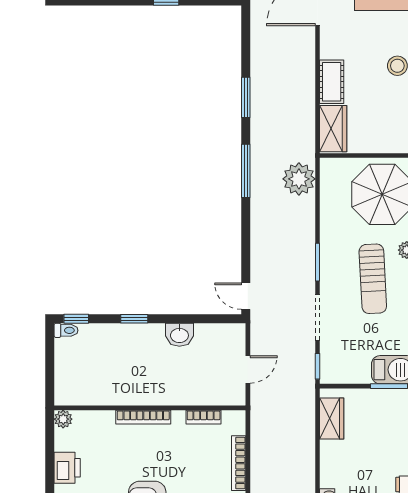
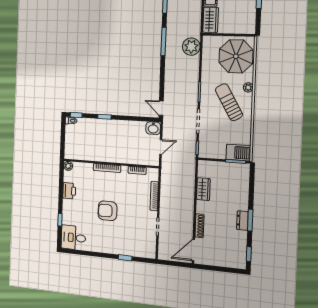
sun lounger: (373, 279) -> (229, 102), turned 153
washbasin: (179, 335) -> (153, 128), moved
wardrobe: (332, 419) -> (203, 189), moved

